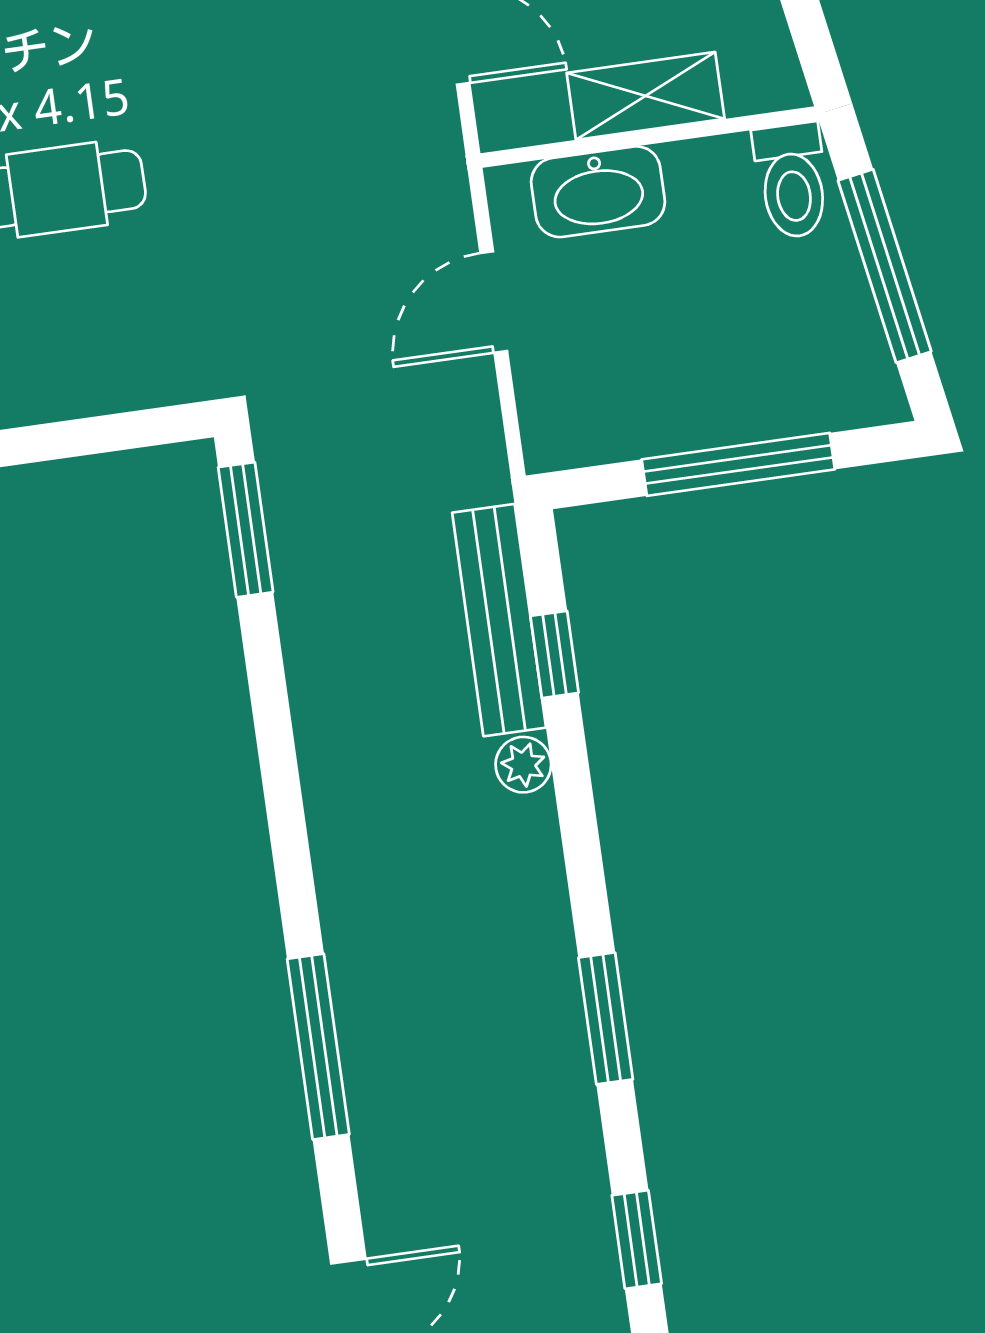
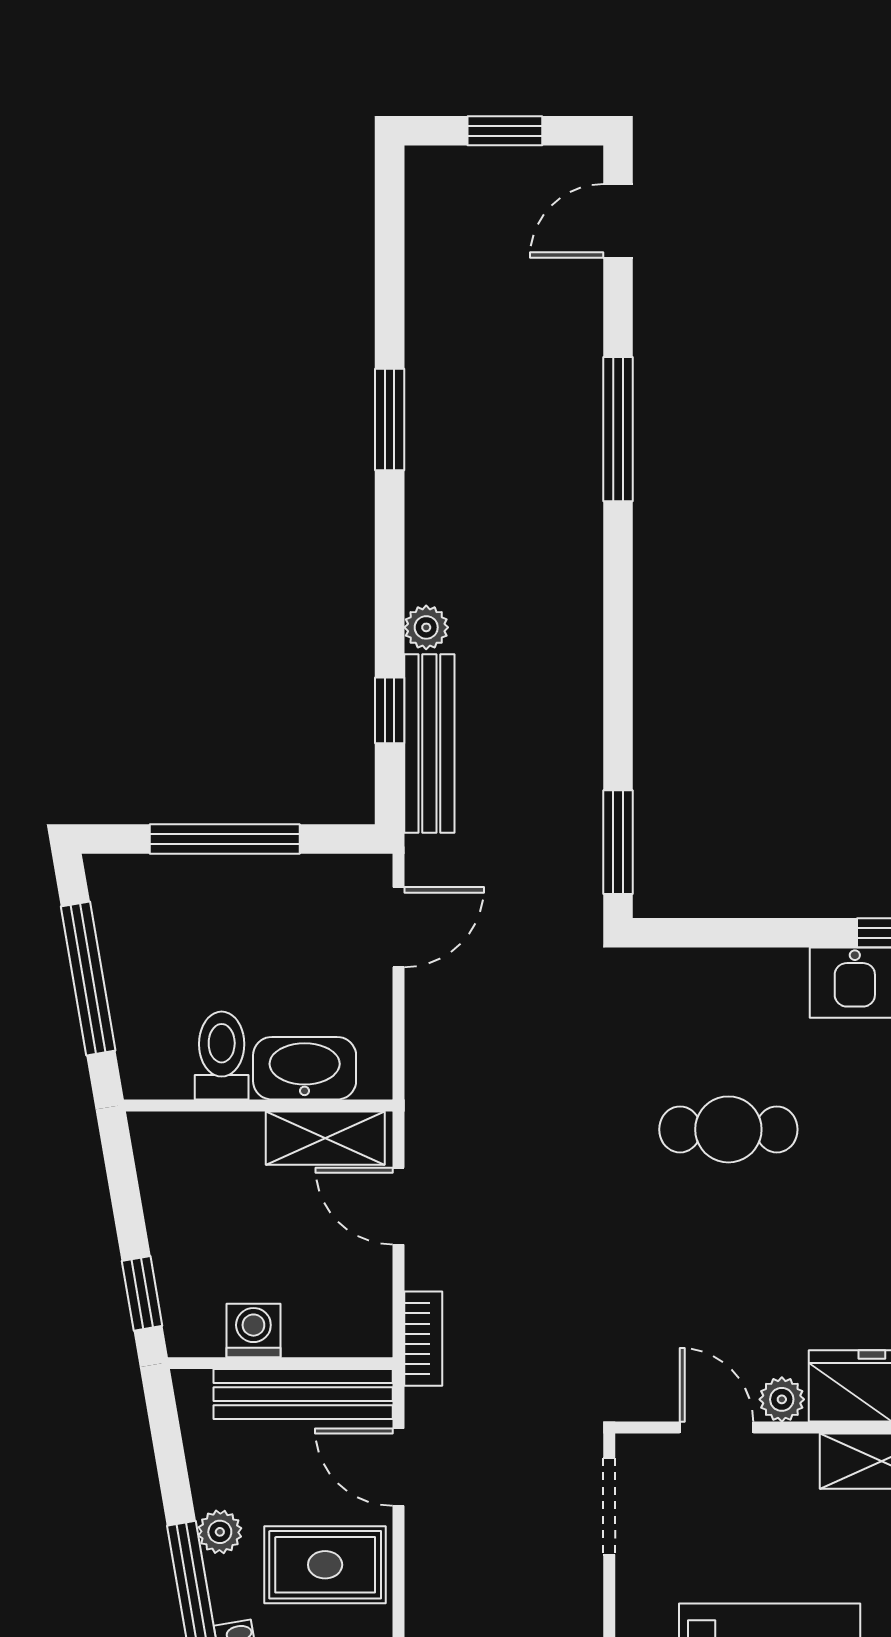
shelving: (646, 96) -> (325, 1138), moved
toilet: (792, 181) -> (222, 1056), moved
door: (494, 302) -> (398, 927), moved
window: (637, 1239) -> (390, 243), removed

